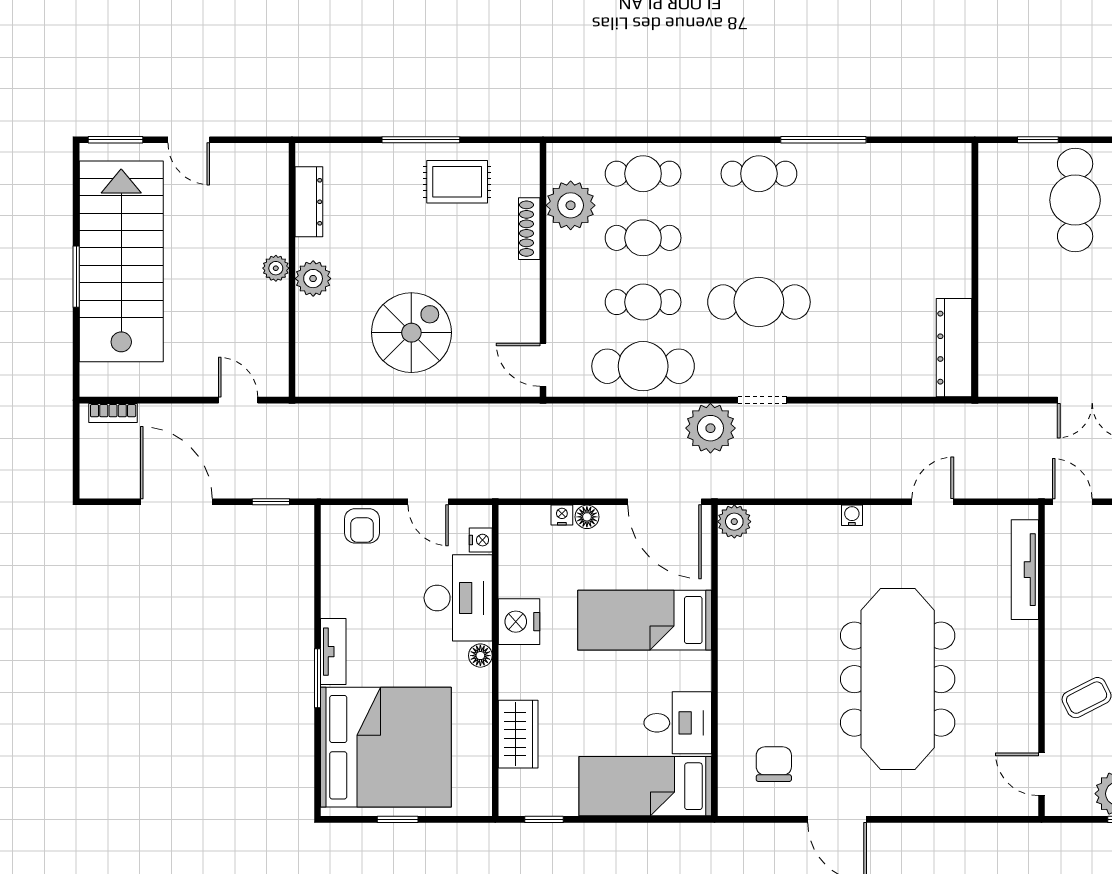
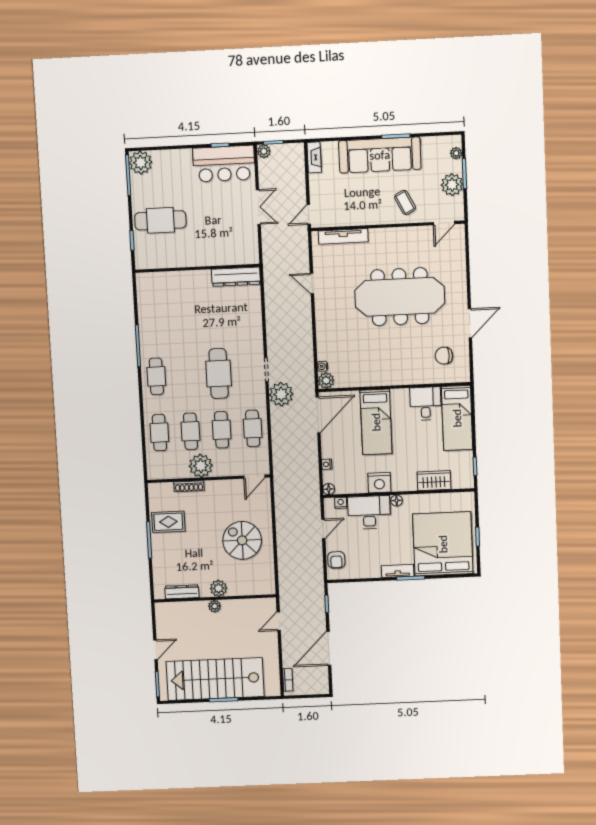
rug: (457, 182) -> (168, 522), turned 90
plant: (571, 205) -> (201, 466), moved
cafe table: (643, 366) -> (253, 428), width x0.73, depth x0.74
water cooler: (852, 515) -> (322, 366), moved
floor lamp: (587, 517) -> (329, 489), moved
armchair: (362, 526) -> (336, 560), turned 90

